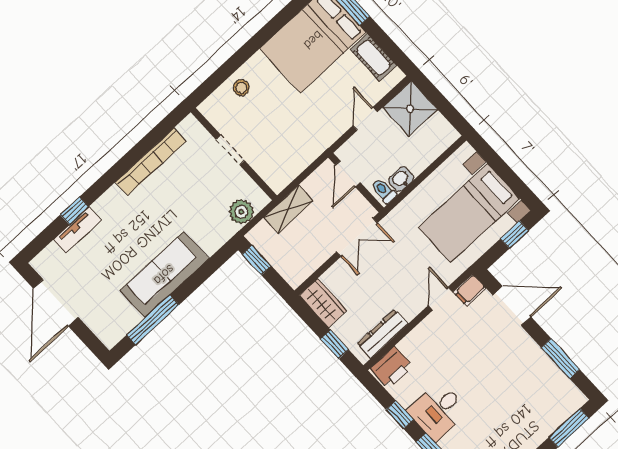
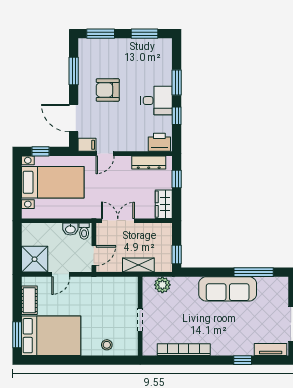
tv unit: (77, 230) -> (271, 350), moved
armchair: (503, 372) -> (108, 90), added

